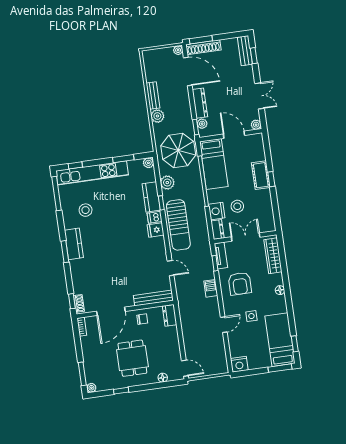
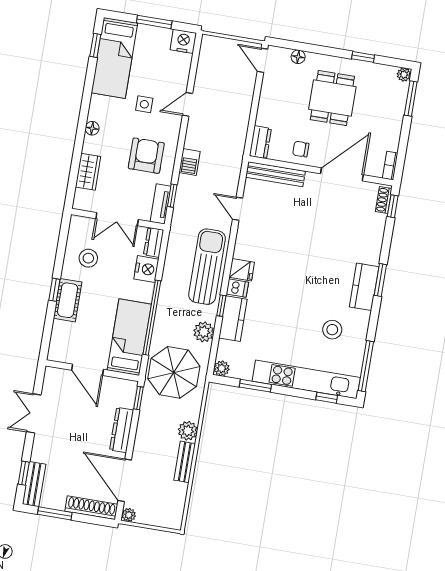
window: (201, 40) -> (55, 513), moved
plant: (202, 124) -> (128, 400), removed
plant: (256, 125) -> (51, 374), removed
stool: (237, 206) -> (88, 258), moved
wardrobe: (273, 256) -> (88, 172), width x0.67
window: (280, 368) -> (154, 22), moved

